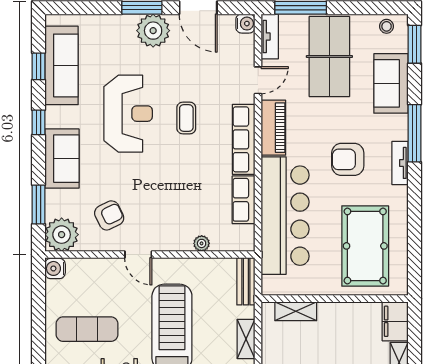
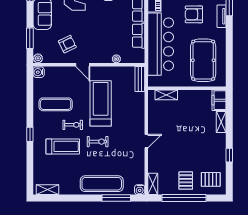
plant: (62, 235) -> (38, 58), width x0.53, depth x0.53
shelving: (246, 339) -> (140, 110), removed

